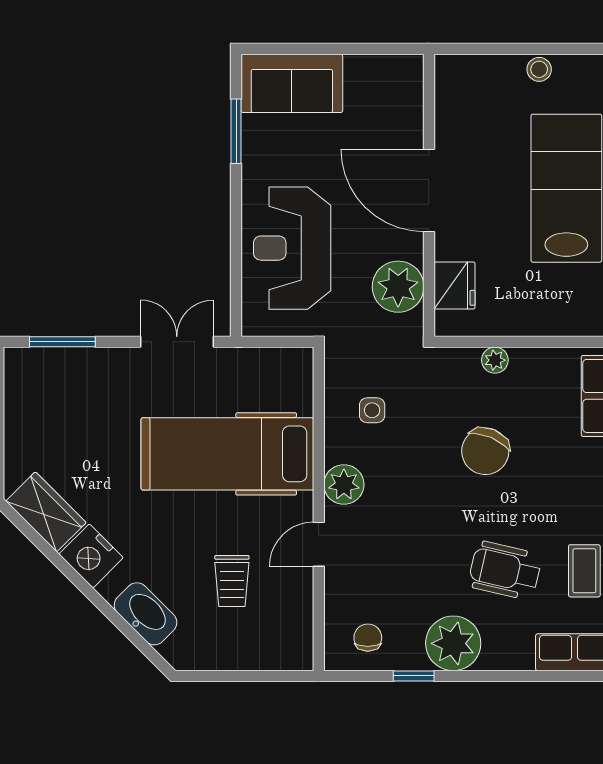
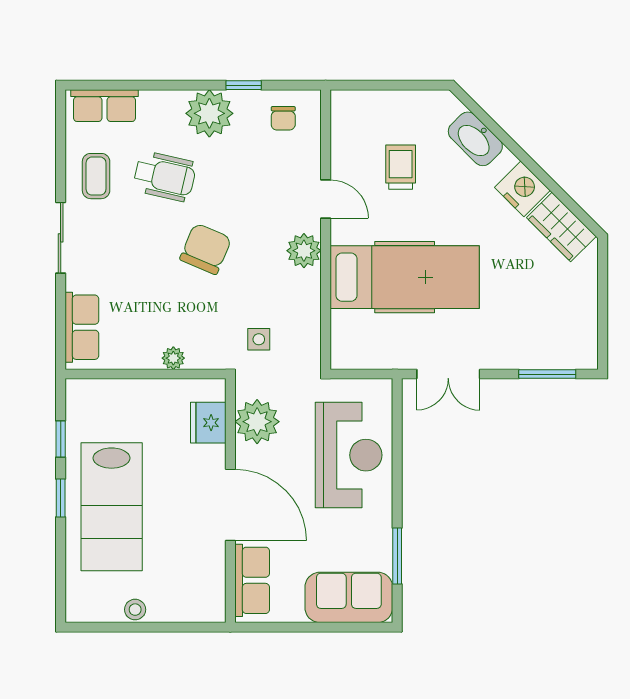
row of seats: (404, 103) -> (252, 580), added
side table: (372, 410) -> (259, 339), moved
chair: (485, 451) -> (206, 249), moved
door: (319, 544) -> (326, 199), hinge flipped

